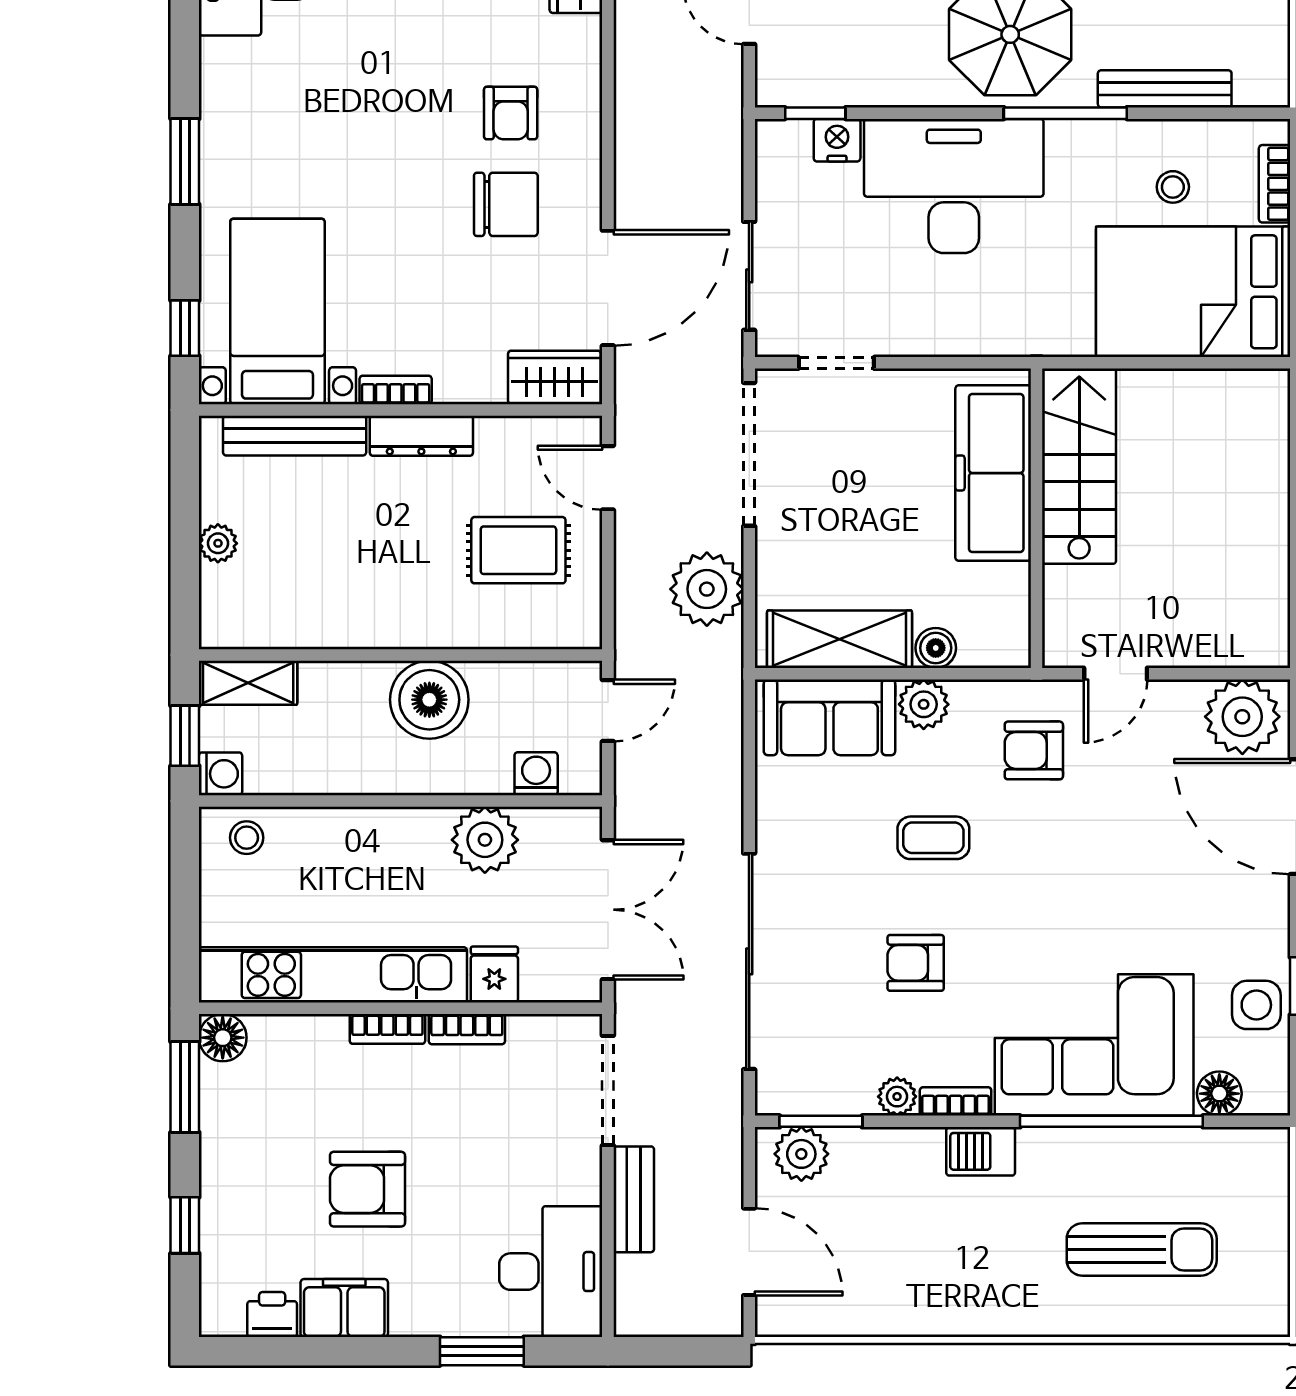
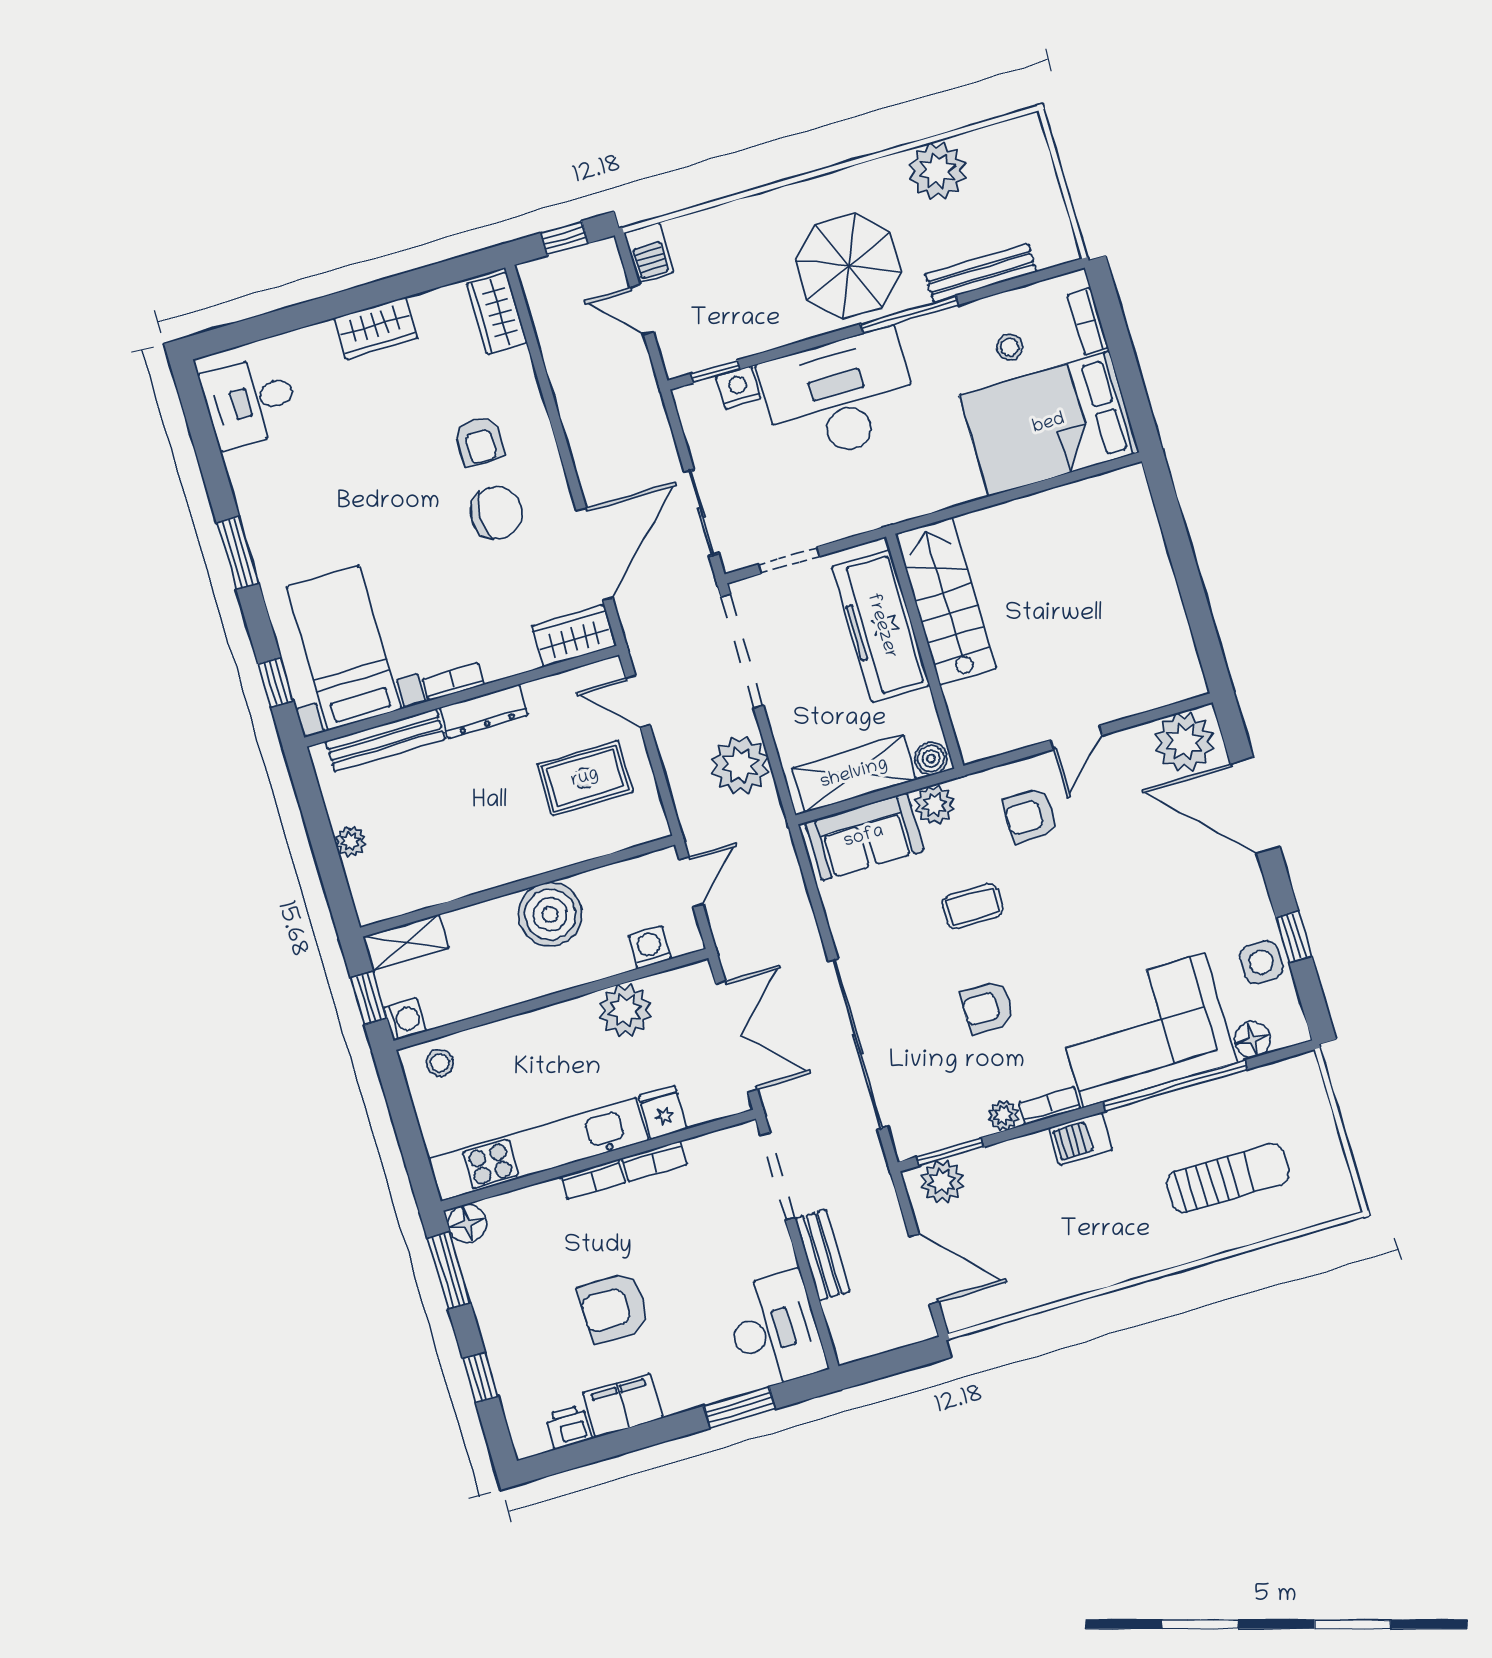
stairs: (1079, 466) -> (946, 601), moved
freezer: (993, 473) -> (881, 626), moved
wall: (1037, 518) -> (925, 651), moved

